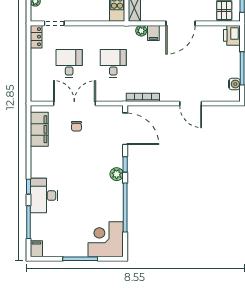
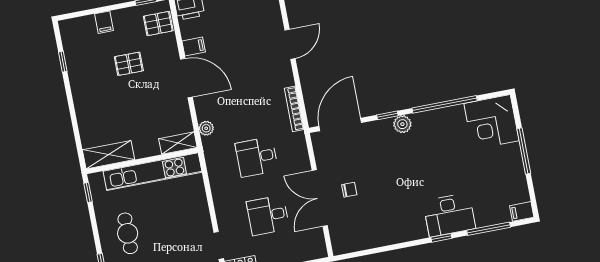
filing cabinet: (153, 33) -> (194, 47), moved
filing cabinet: (39, 129) -> (363, 238), removed

